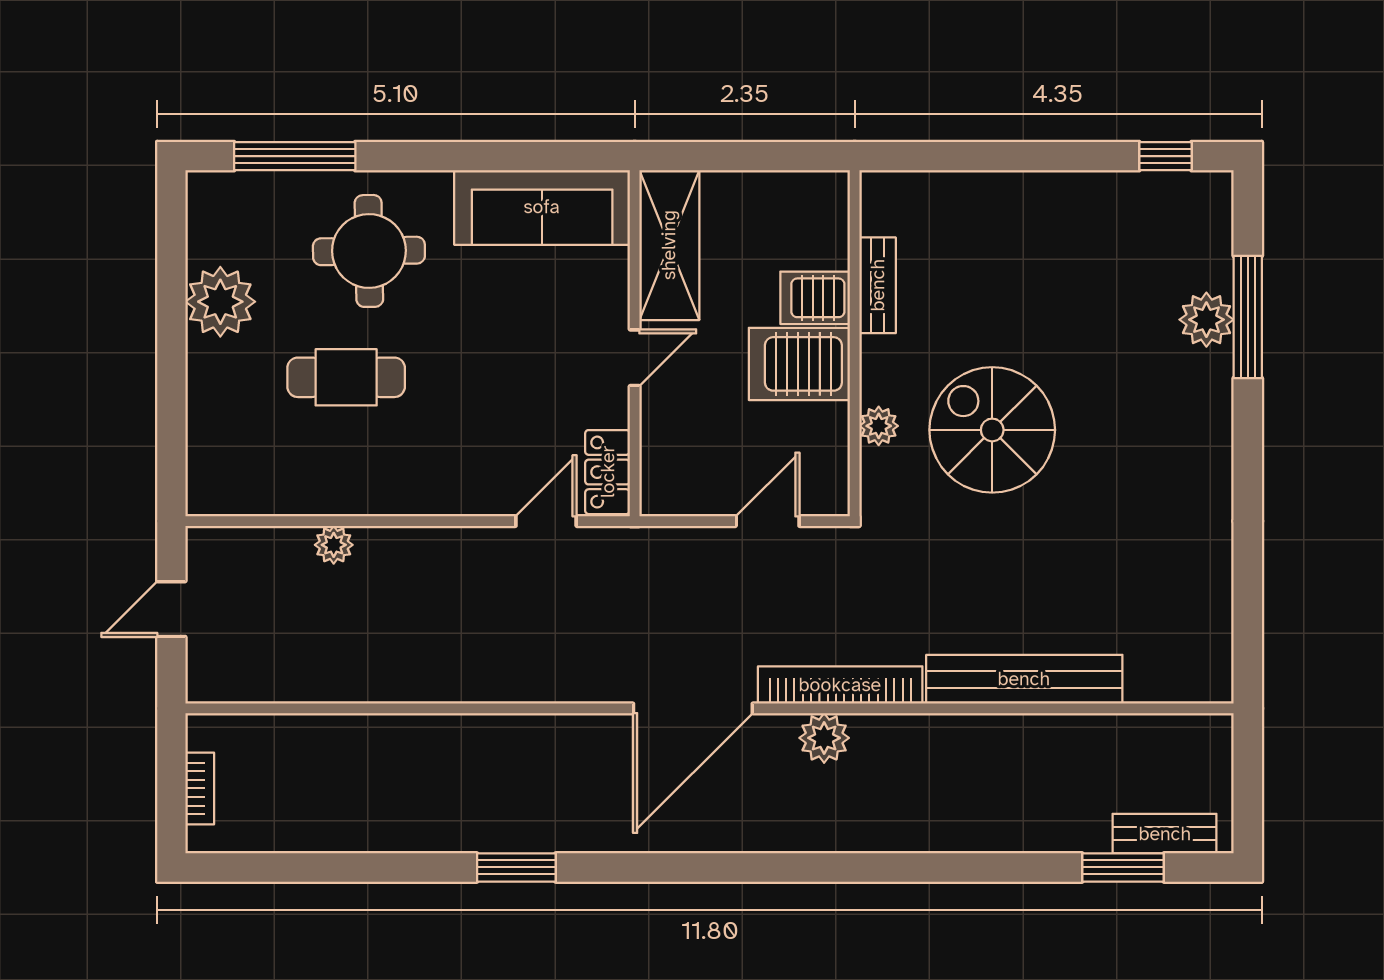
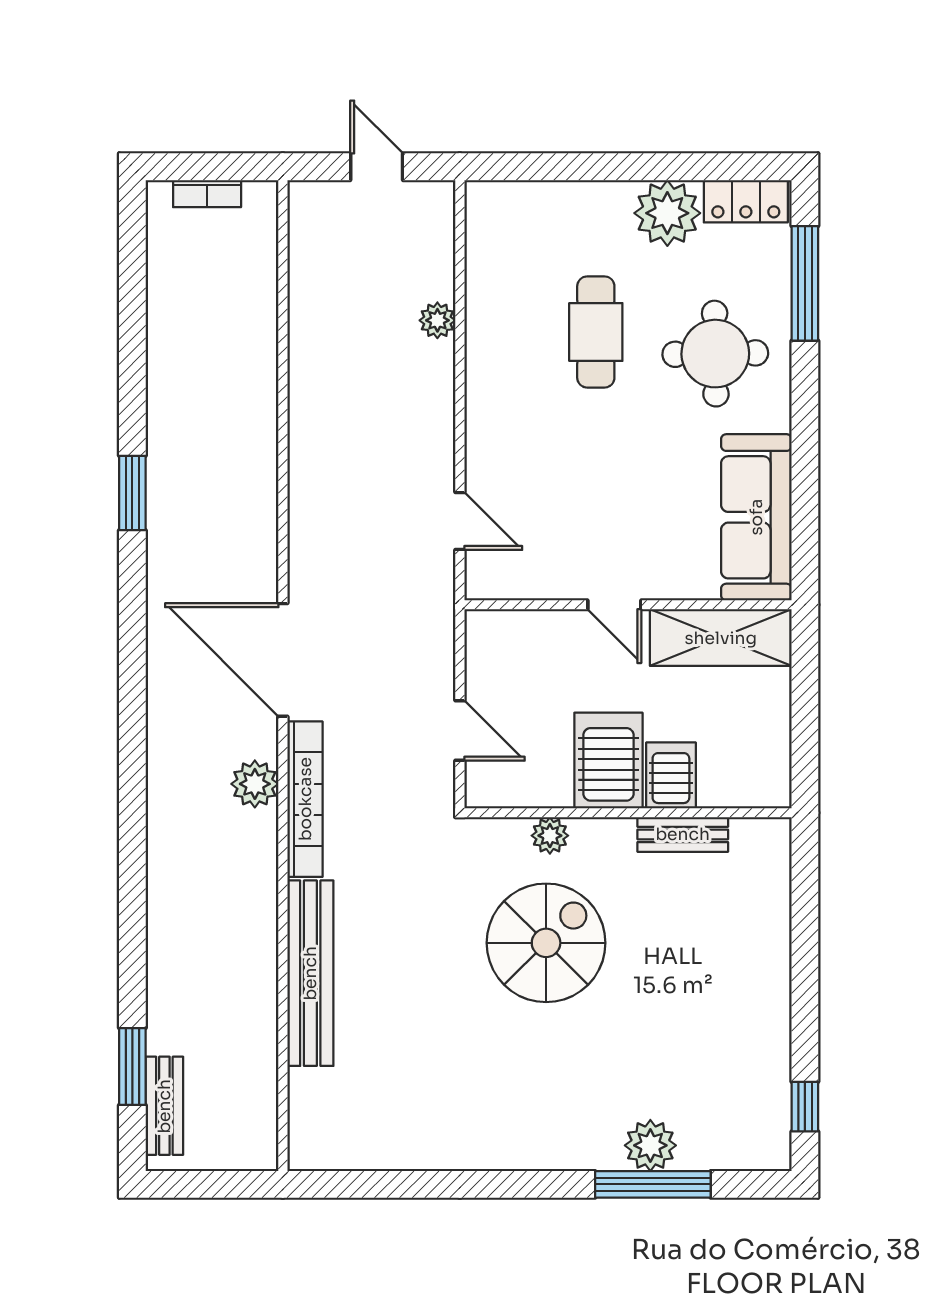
locker: (608, 472) -> (746, 201), moved, turned 180

